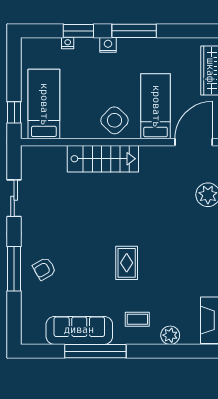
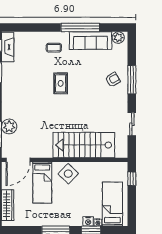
nightstand: (108, 45) -> (88, 221), moved
bed: (44, 104) -> (112, 204), moved, turned 180
stairs: (103, 159) -> (84, 145), width x1.36, depth x1.51
plant: (170, 335) -> (118, 38), moved

